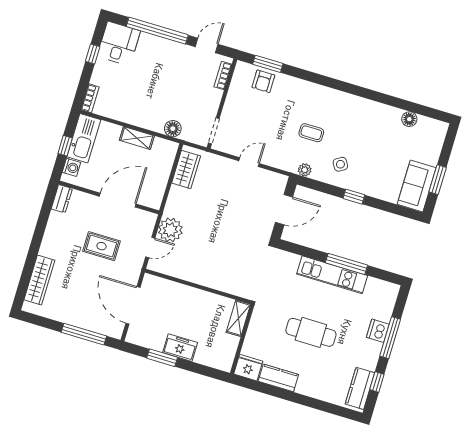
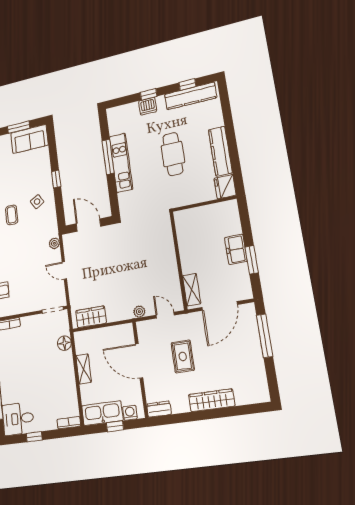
coffee table: (311, 133) -> (12, 215), moved
plant: (305, 170) -> (54, 243), moved
plant: (170, 230) -> (139, 312), width x0.53, depth x0.53
wardrobe: (39, 280) -> (212, 400), moved
shelving: (238, 318) -> (192, 290), moved, turned 90
window: (390, 338) -> (149, 94), width x0.46
kitchen counter: (278, 378) -> (220, 151), width x1.50
kitchen counter: (360, 388) -> (191, 96), width x1.50

